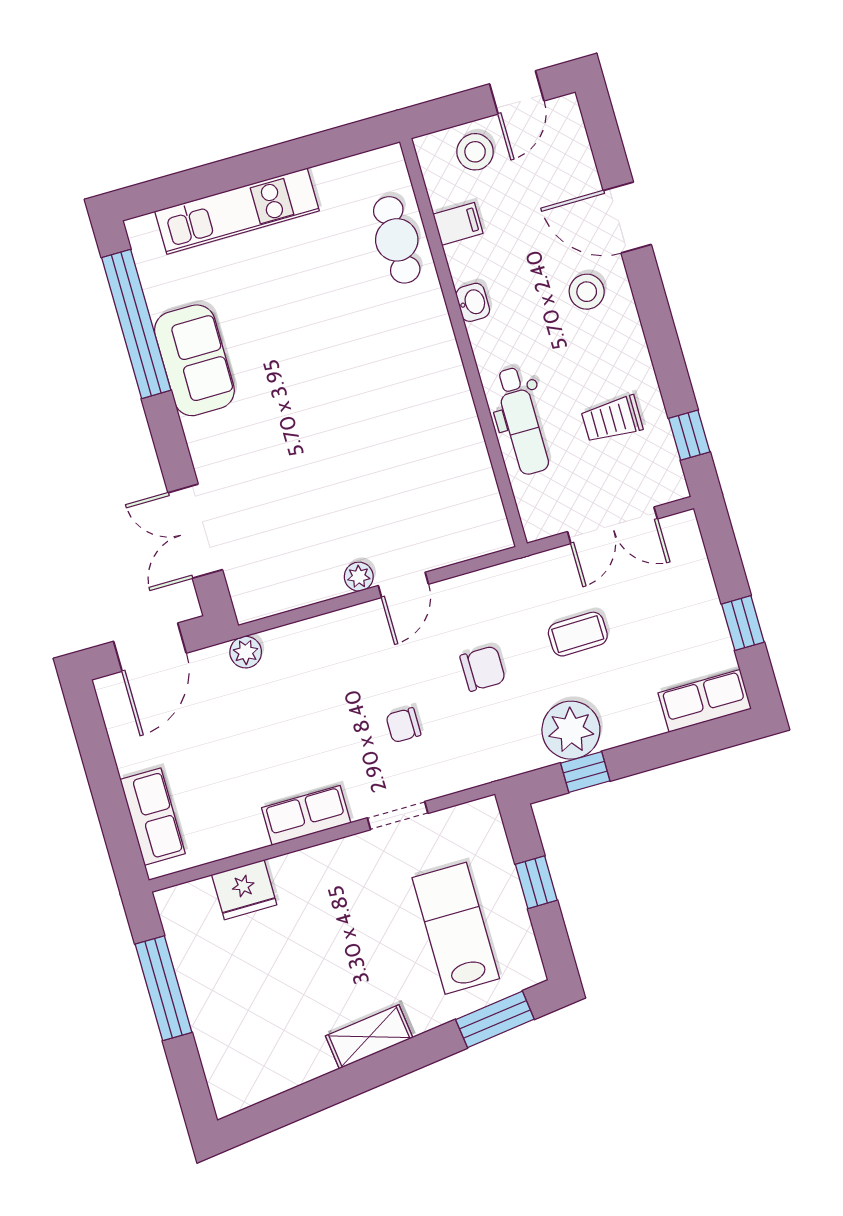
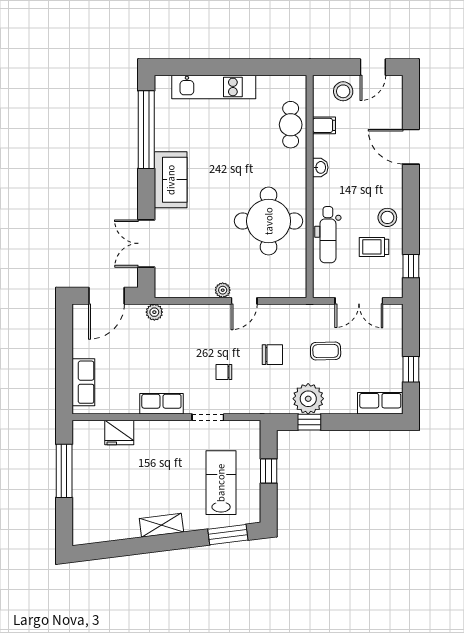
stool: (587, 292) -> (387, 217), moved
sofa: (194, 360) -> (171, 180), moved
round table: (406, 427) -> (269, 221), added

